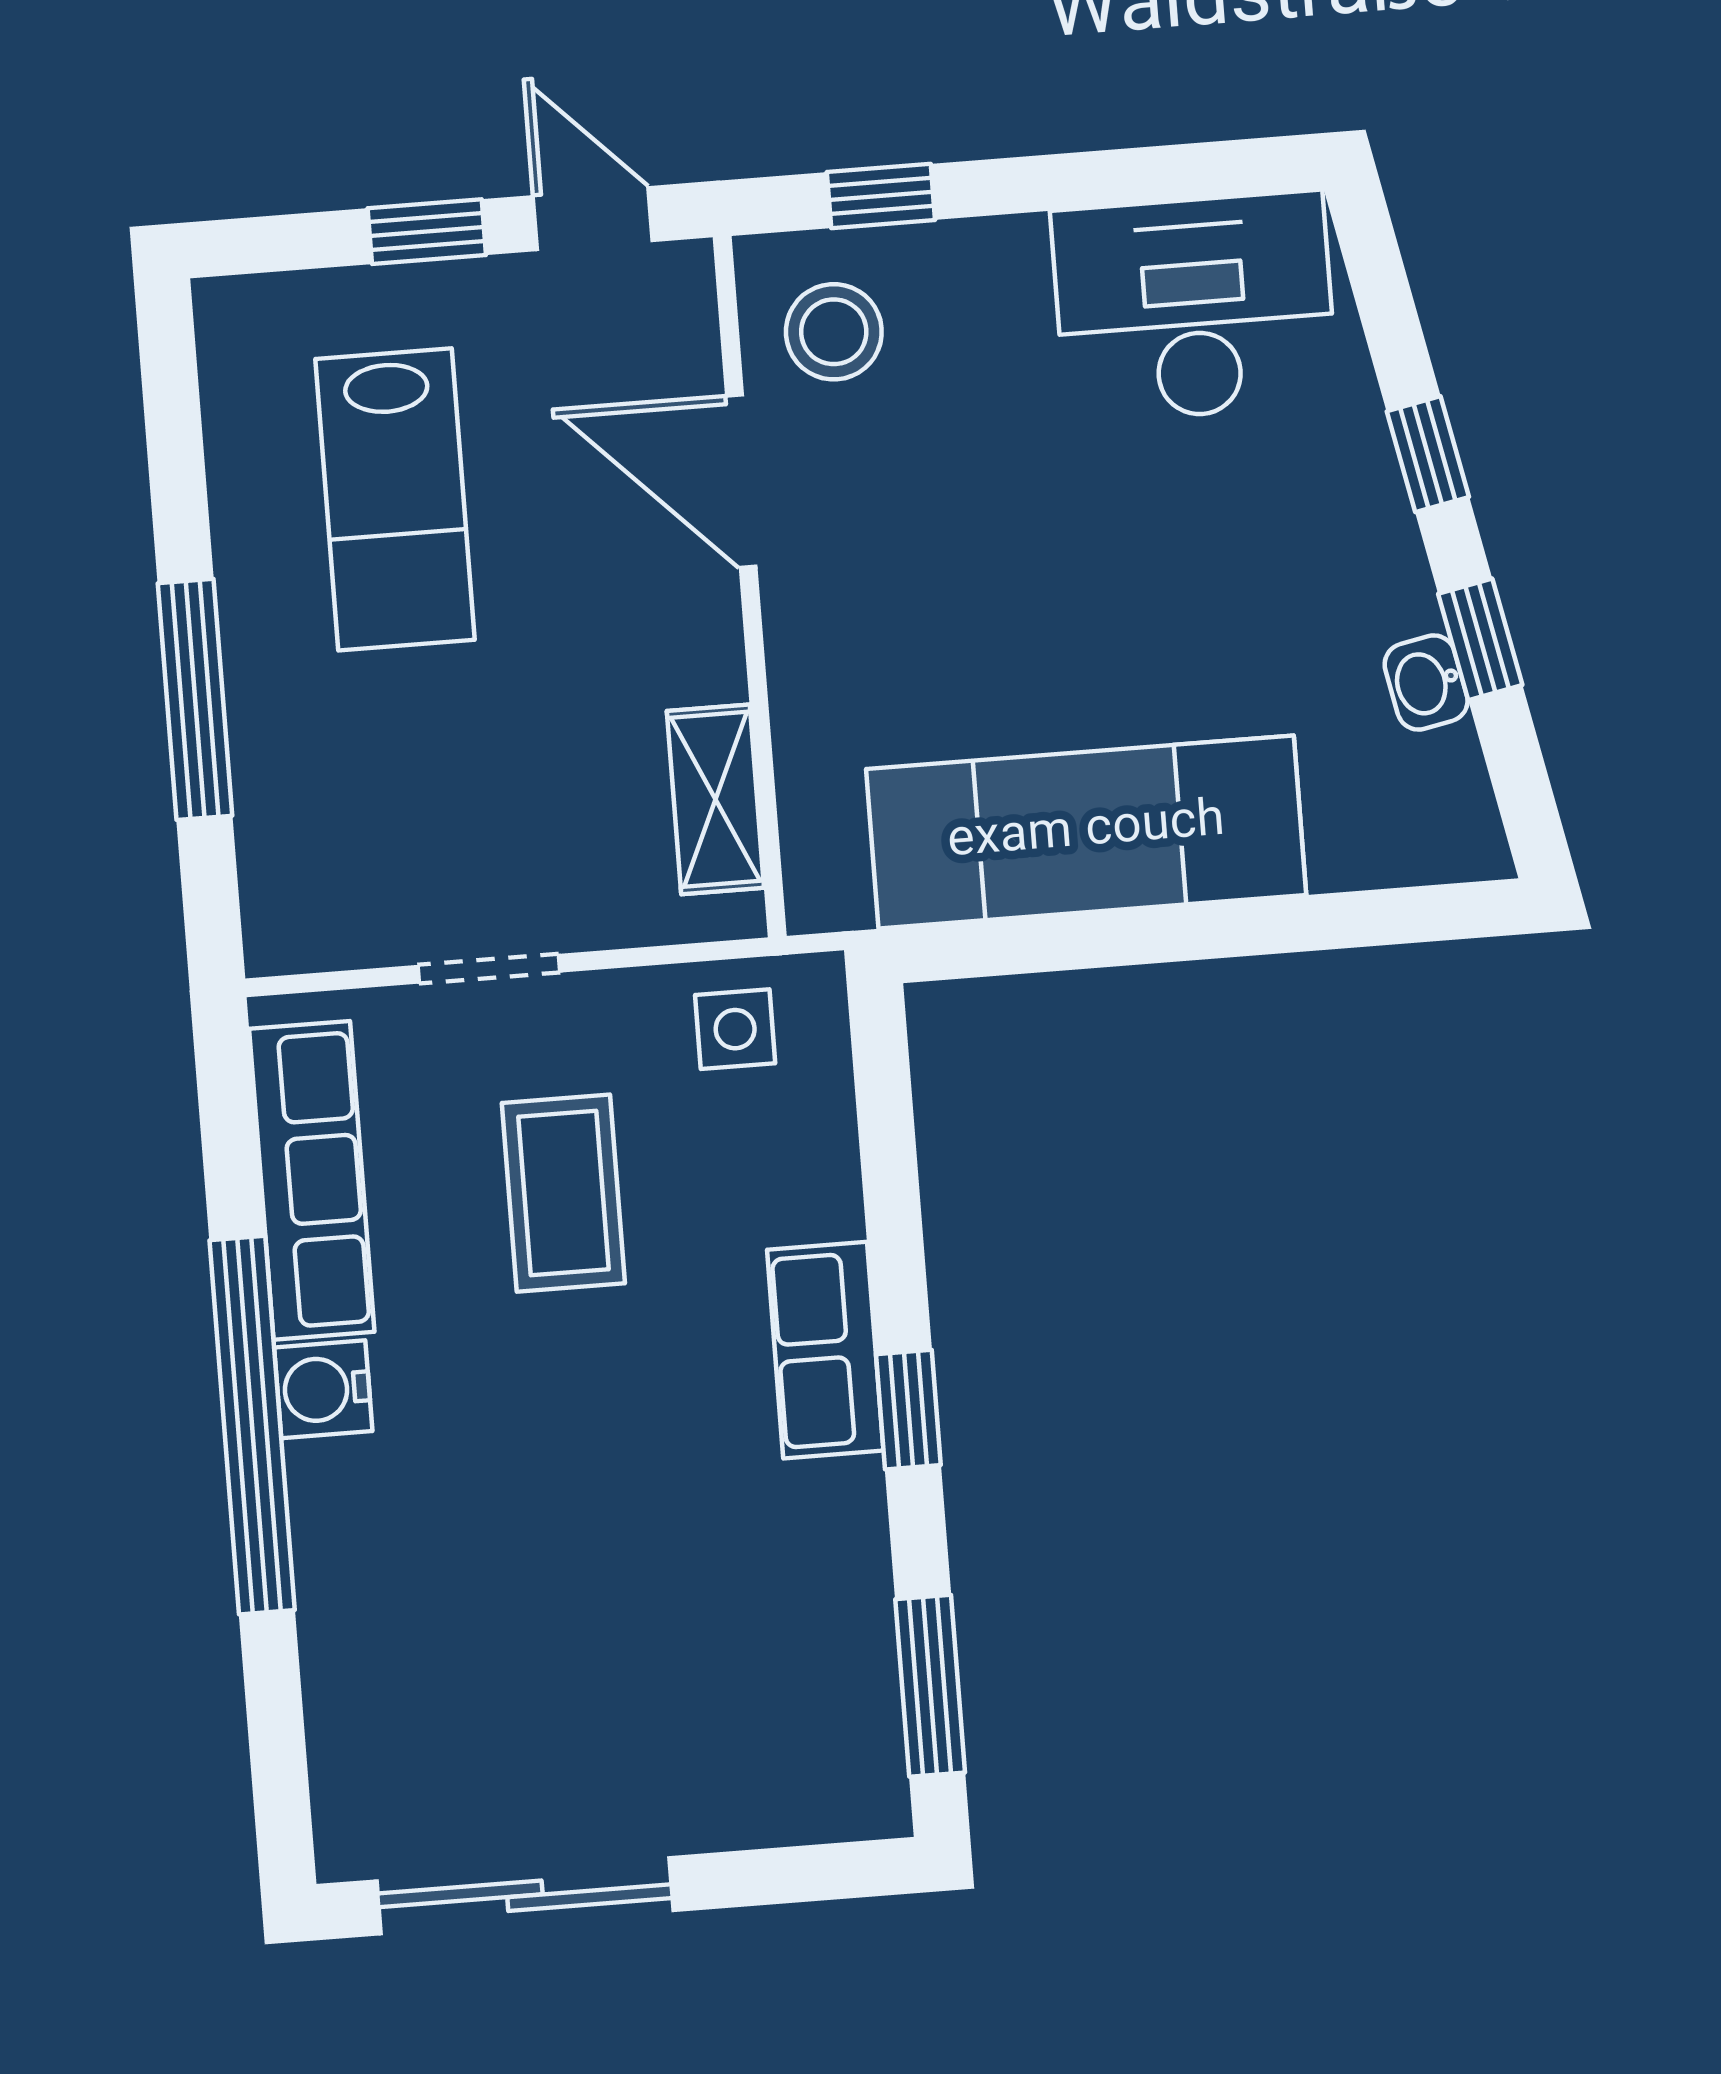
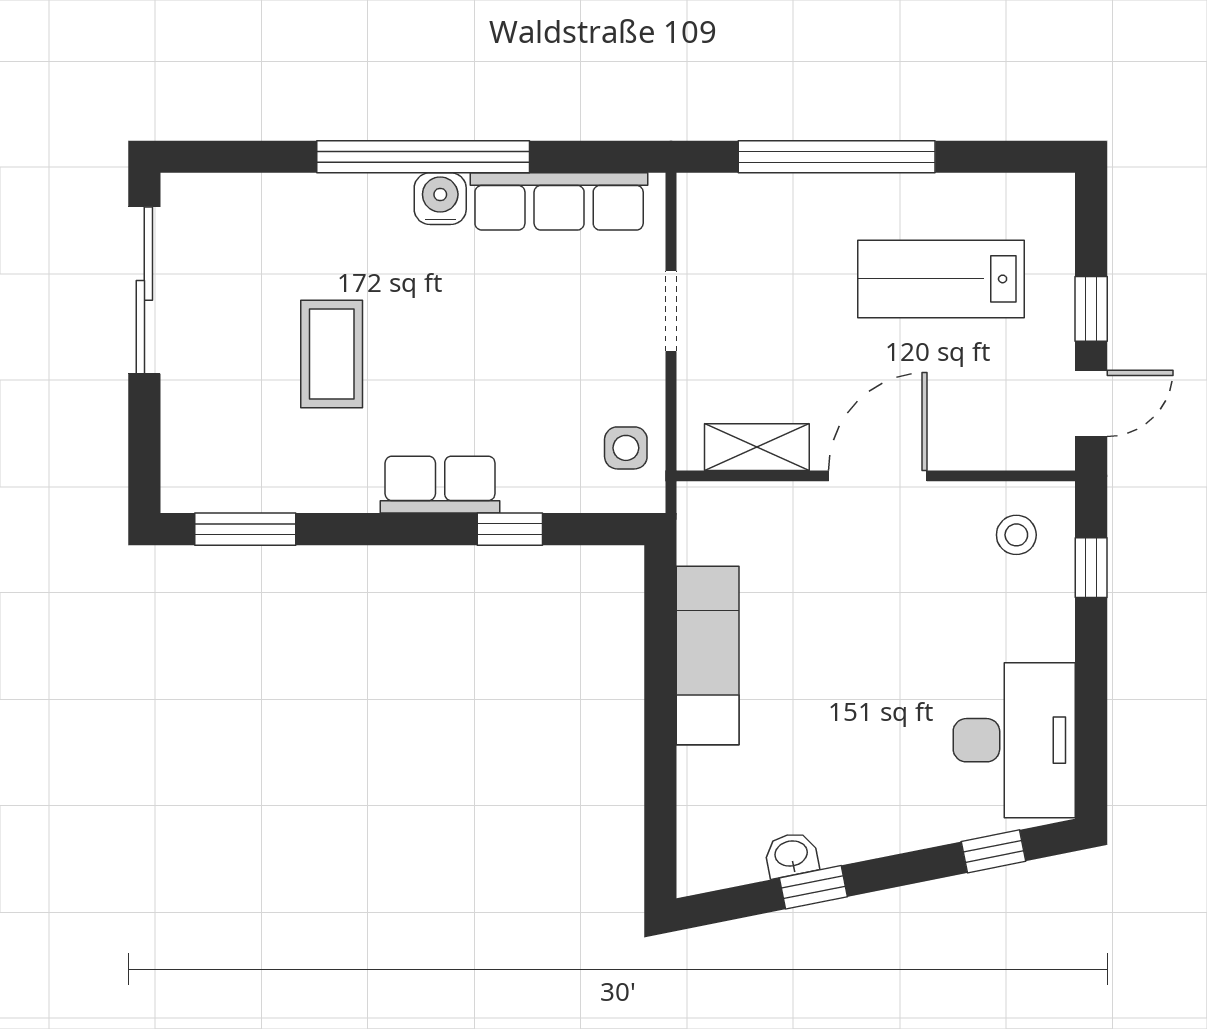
stool: (834, 332) -> (1016, 535), width x0.73, depth x0.73
window: (1428, 454) -> (993, 851), moved
door: (741, 481) -> (878, 476), moved
window: (195, 699) -> (837, 157), width x1.46
exam couch: (1086, 832) -> (708, 655), width x0.73, depth x0.69
coffee table: (563, 1193) -> (332, 354), moved, turned 90
window: (908, 1410) -> (510, 529), moved

